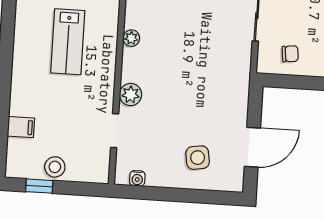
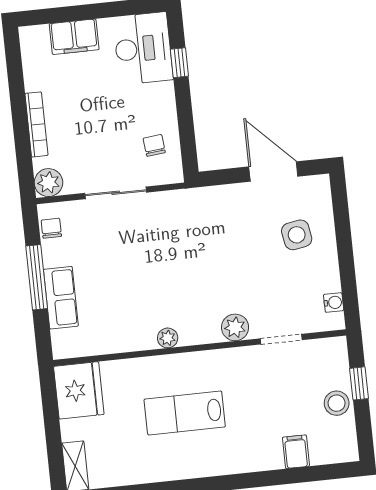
lab bench: (68, 42) -> (185, 413), turned 180
window: (39, 186) -> (359, 383), moved

